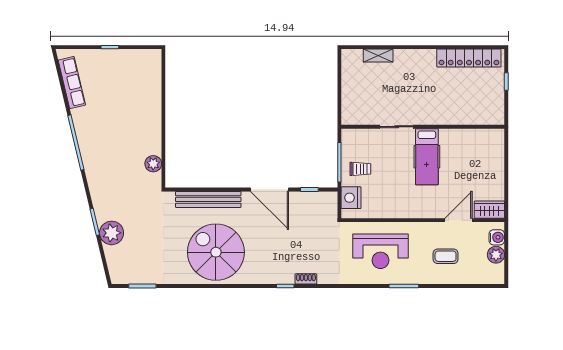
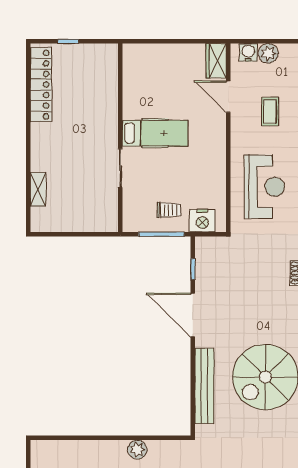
plant: (153, 164) -> (137, 450), moved
trolley: (360, 169) -> (169, 210), turned 90
door: (270, 189) -> (193, 315), swing flipped

